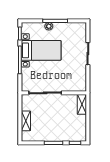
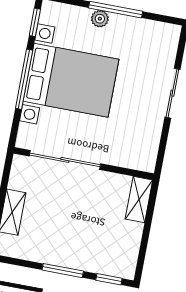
bed with nightstands: (41, 50) -> (71, 80), width x1.36

